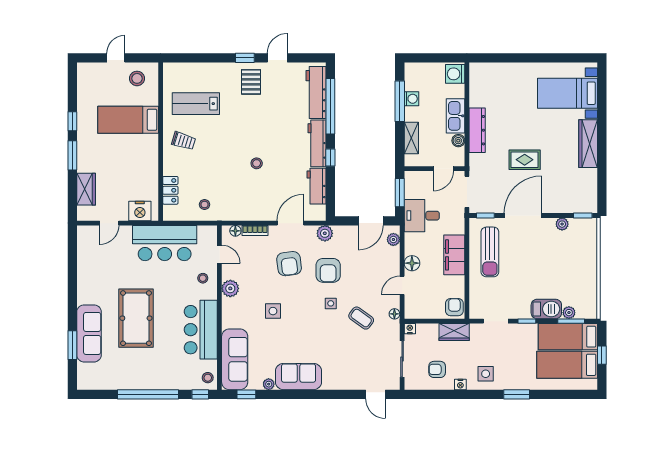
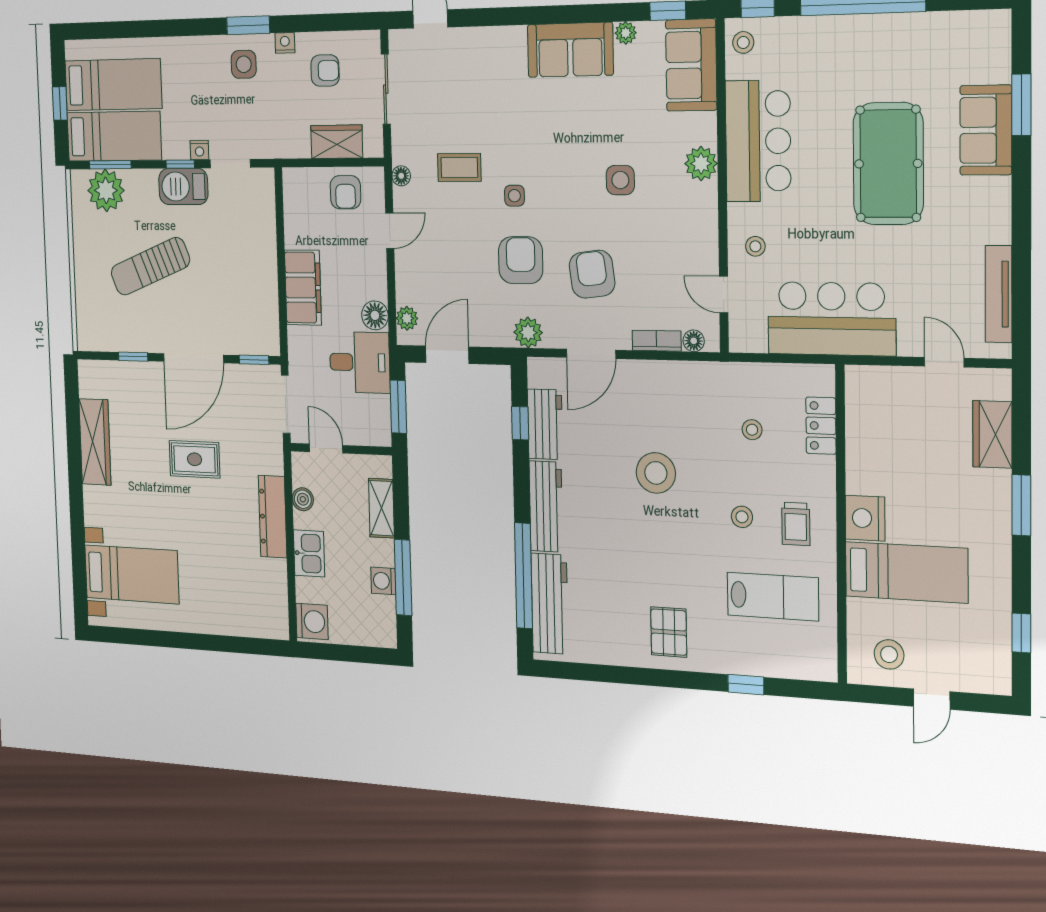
window: (245, 58) -> (746, 685), moved
door: (277, 58) -> (621, 675), removed
kitchen sink: (456, 116) -> (309, 553), width x0.73
window: (72, 121) -> (1021, 633), moved
trolley: (184, 141) -> (796, 524), turned -107
stool: (211, 143) -> (742, 517), added
wardrobe: (588, 144) -> (95, 442), moved
window: (330, 157) -> (520, 423), moved
stool: (257, 163) -> (656, 473), width x1.89, depth x1.89
door: (443, 169) -> (326, 449), hinge flipped
stool: (205, 205) -> (752, 430), moved
nightstand: (140, 211) -> (865, 518), moved, turned -90
window: (583, 215) -> (133, 357), moved
door: (109, 223) -> (944, 362), hinge flipped
plant: (562, 224) -> (131, 341), removed
sun lounger: (490, 252) -> (150, 266), moved, turned -112
tv unit: (83, 256) -> (999, 294), added
floor lamp: (412, 263) -> (375, 315), moved
plant: (230, 288) -> (701, 164), moved
armchair: (454, 307) -> (345, 192), moved
barbecue: (546, 309) -> (183, 186), moved
plant: (569, 313) -> (106, 190), width x1.87, depth x1.87
coffee table: (361, 318) -> (459, 167), turned -36
nightstand: (410, 329) -> (199, 150), moved
wardrobe: (454, 332) -> (337, 142), moved
sofa: (89, 333) -> (986, 130), width x0.73
sofa: (235, 359) -> (691, 65), width x0.73
window: (517, 394) -> (248, 25), moved

